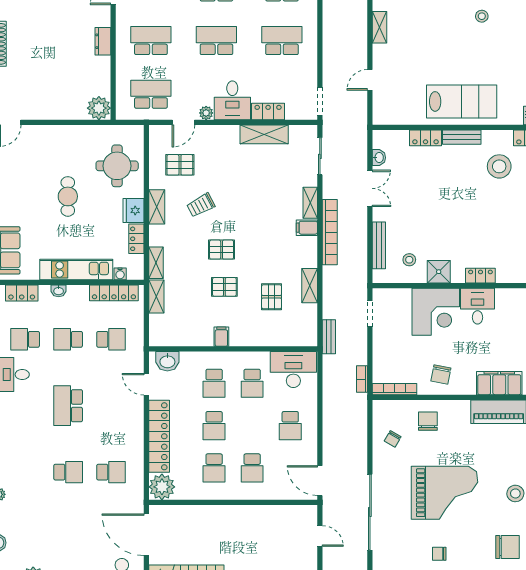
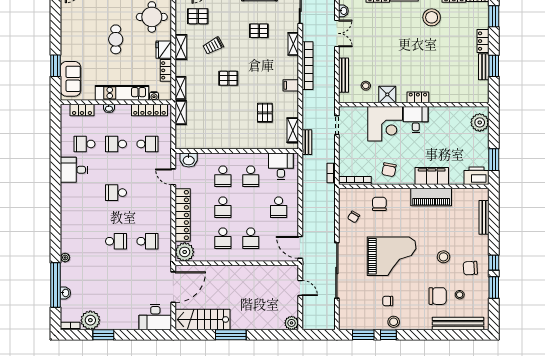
filing cabinet: (307, 228) -> (291, 85), moved
shelving: (310, 286) -> (293, 130), moved
pallet: (224, 287) -> (259, 31), moved
filing cabinet: (221, 337) -> (228, 142), removed
desk: (293, 370) -> (281, 166), width x0.73
school desk: (68, 406) -> (116, 193), width x0.54
door: (146, 535) -> (173, 287), swing flipped

